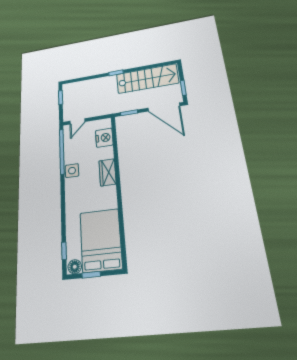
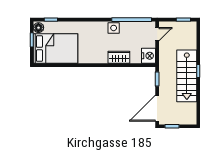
stairs: (147, 79) -> (187, 76), moved
door: (77, 121) -> (157, 34), swing flipped
nightstand: (104, 138) -> (149, 56), moved, turned -90
wardrobe: (108, 172) -> (119, 57), moved

